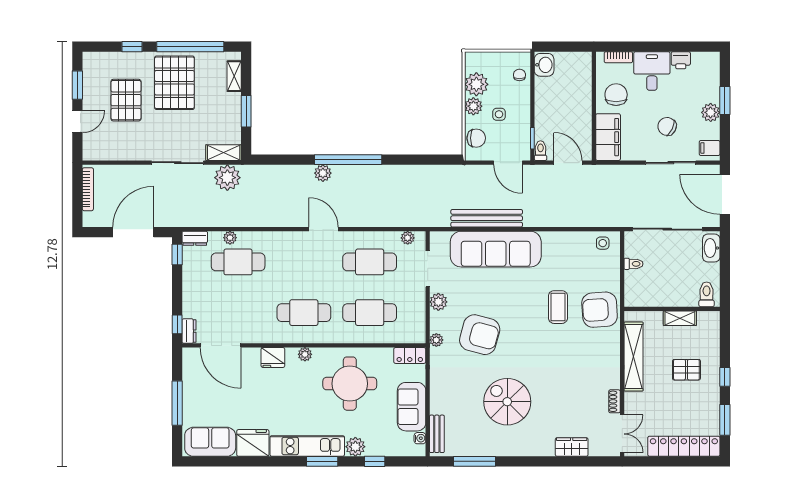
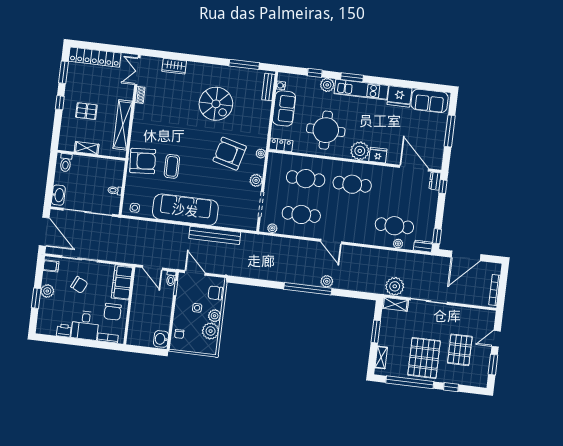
sofa: (496, 249) -> (185, 210), moved
plant: (305, 354) -> (360, 151), width x1.87, depth x1.87

